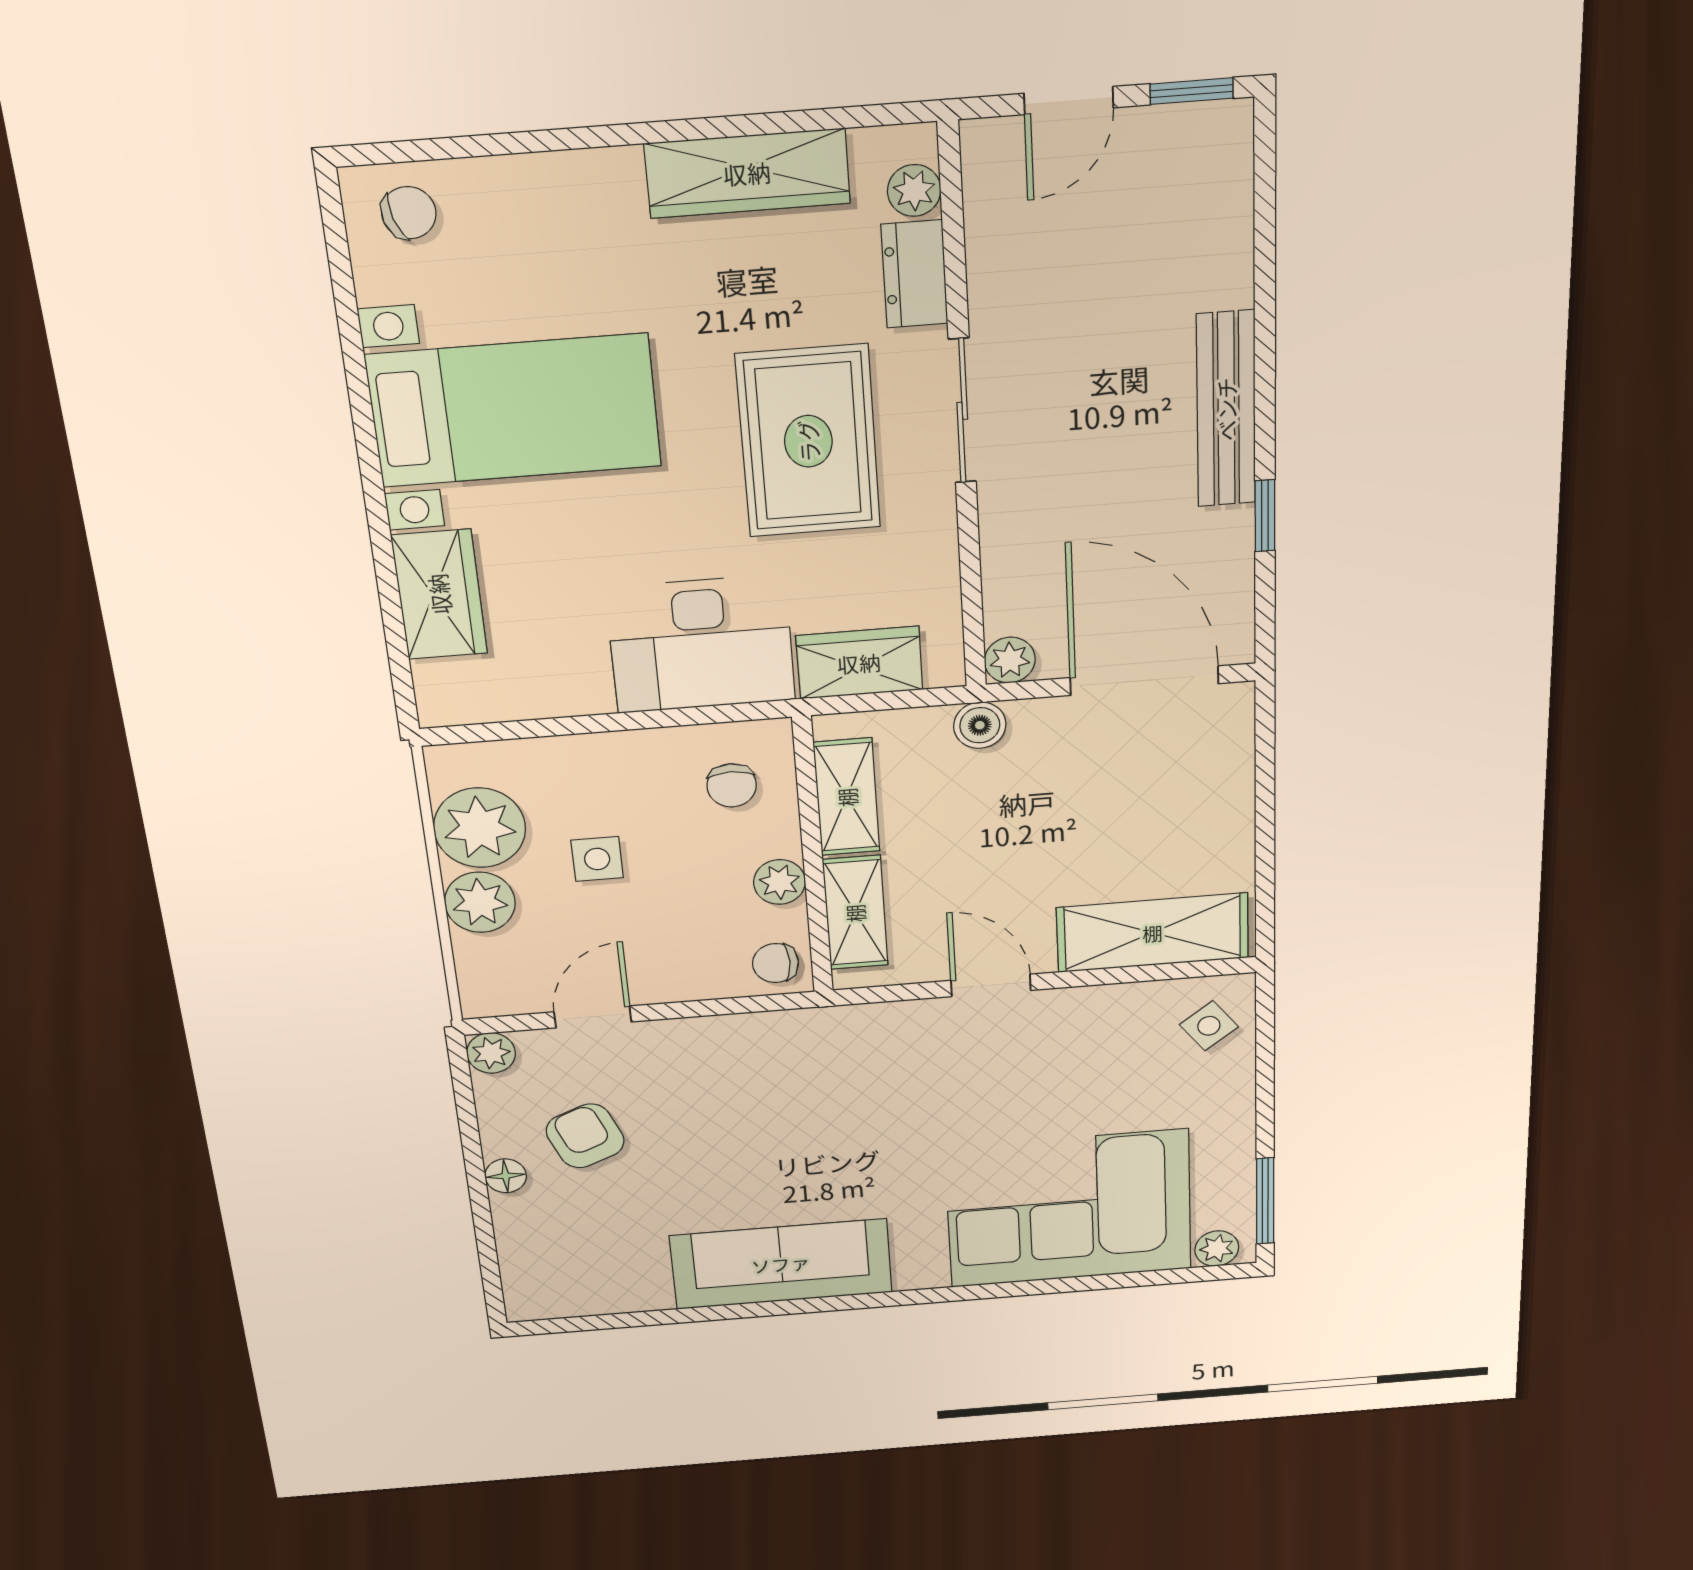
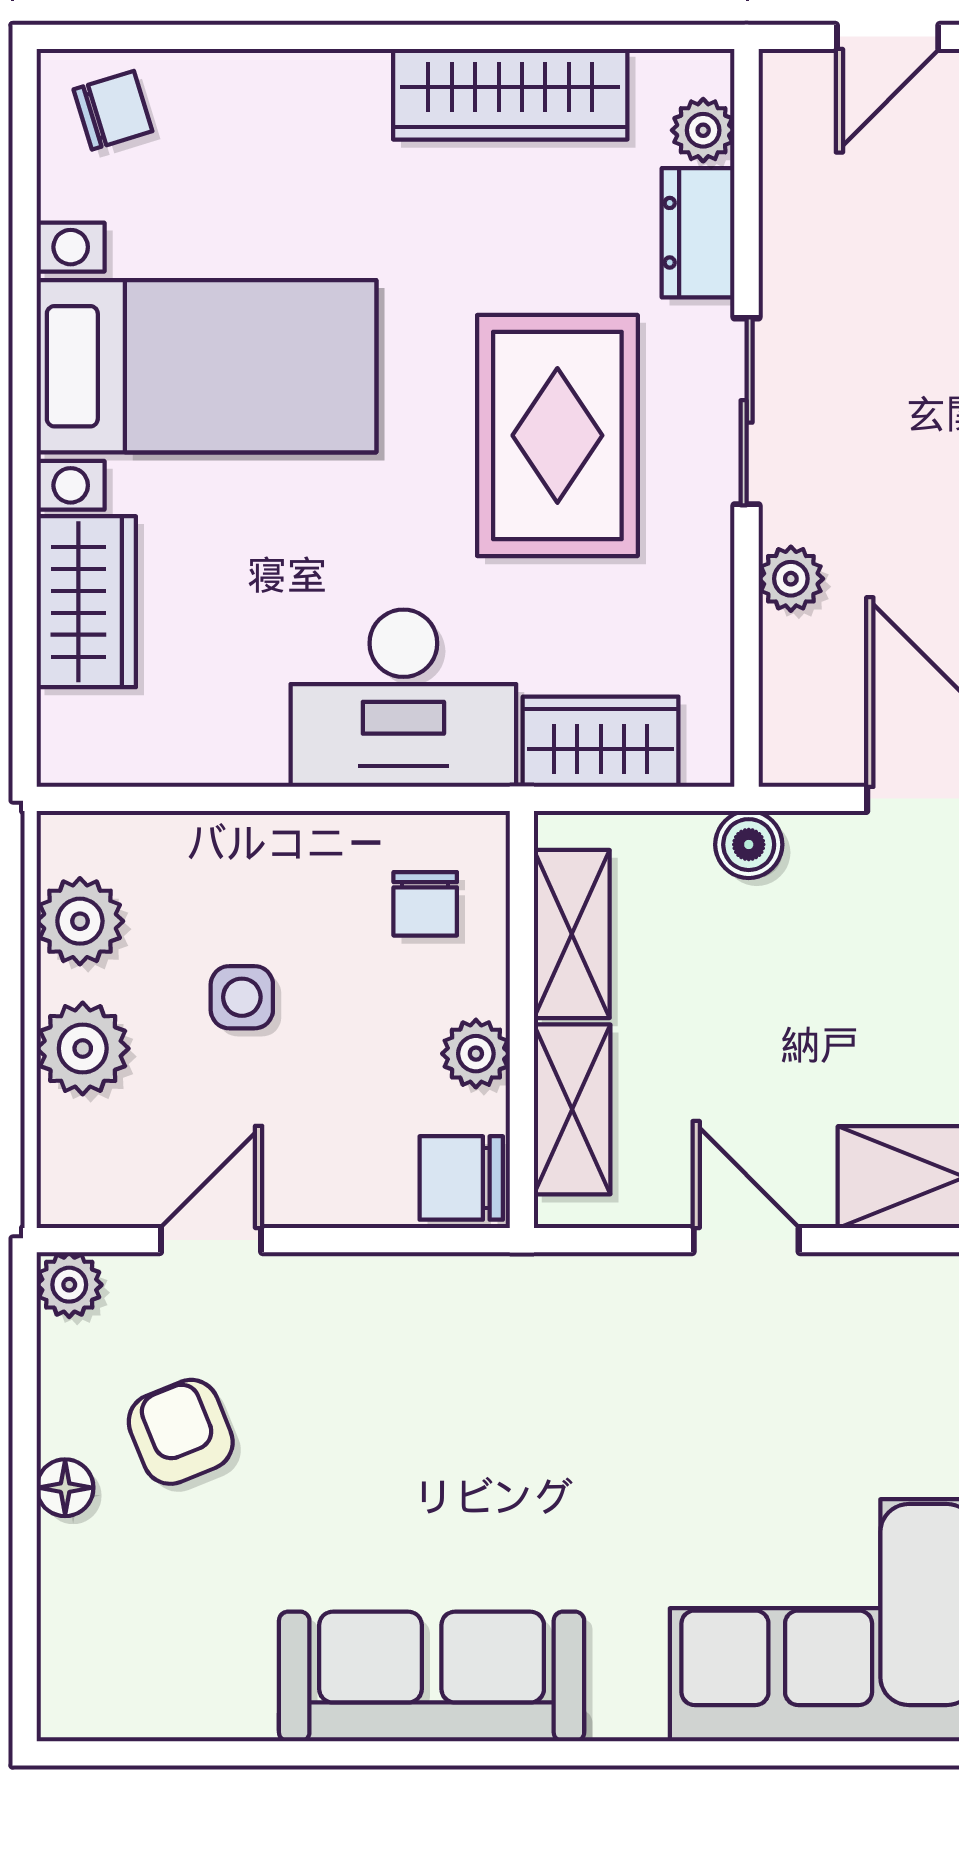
plant: (1010, 660) -> (791, 579), moved
plant: (480, 828) -> (80, 921), width x0.73, depth x0.73
chair: (776, 963) -> (461, 1178), width x1.37, depth x1.37

